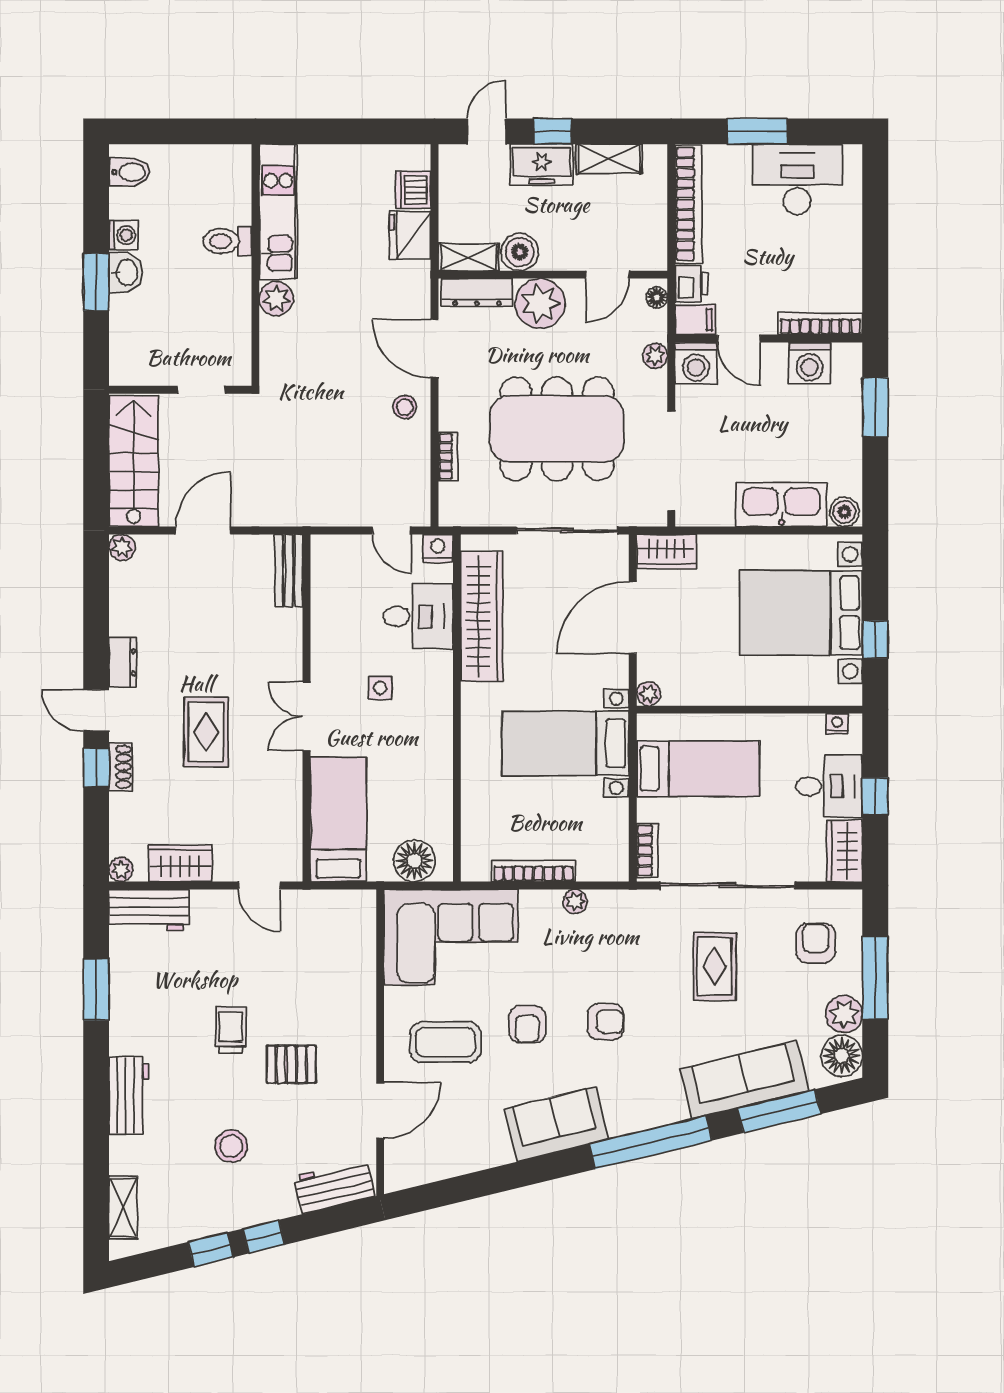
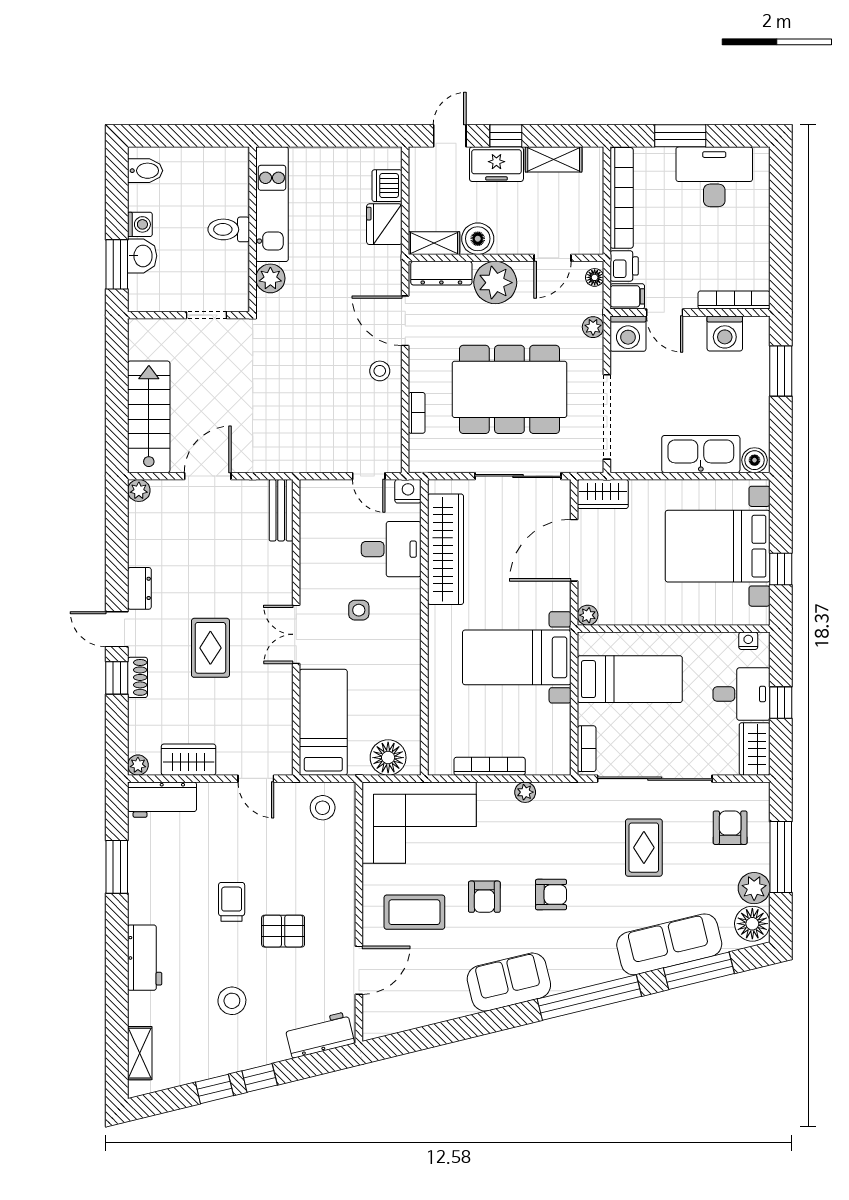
wall: (180, 390) -> (188, 315), moved
doorway: (201, 390) -> (206, 315), moved
stool: (338, 920) -> (323, 808), added

